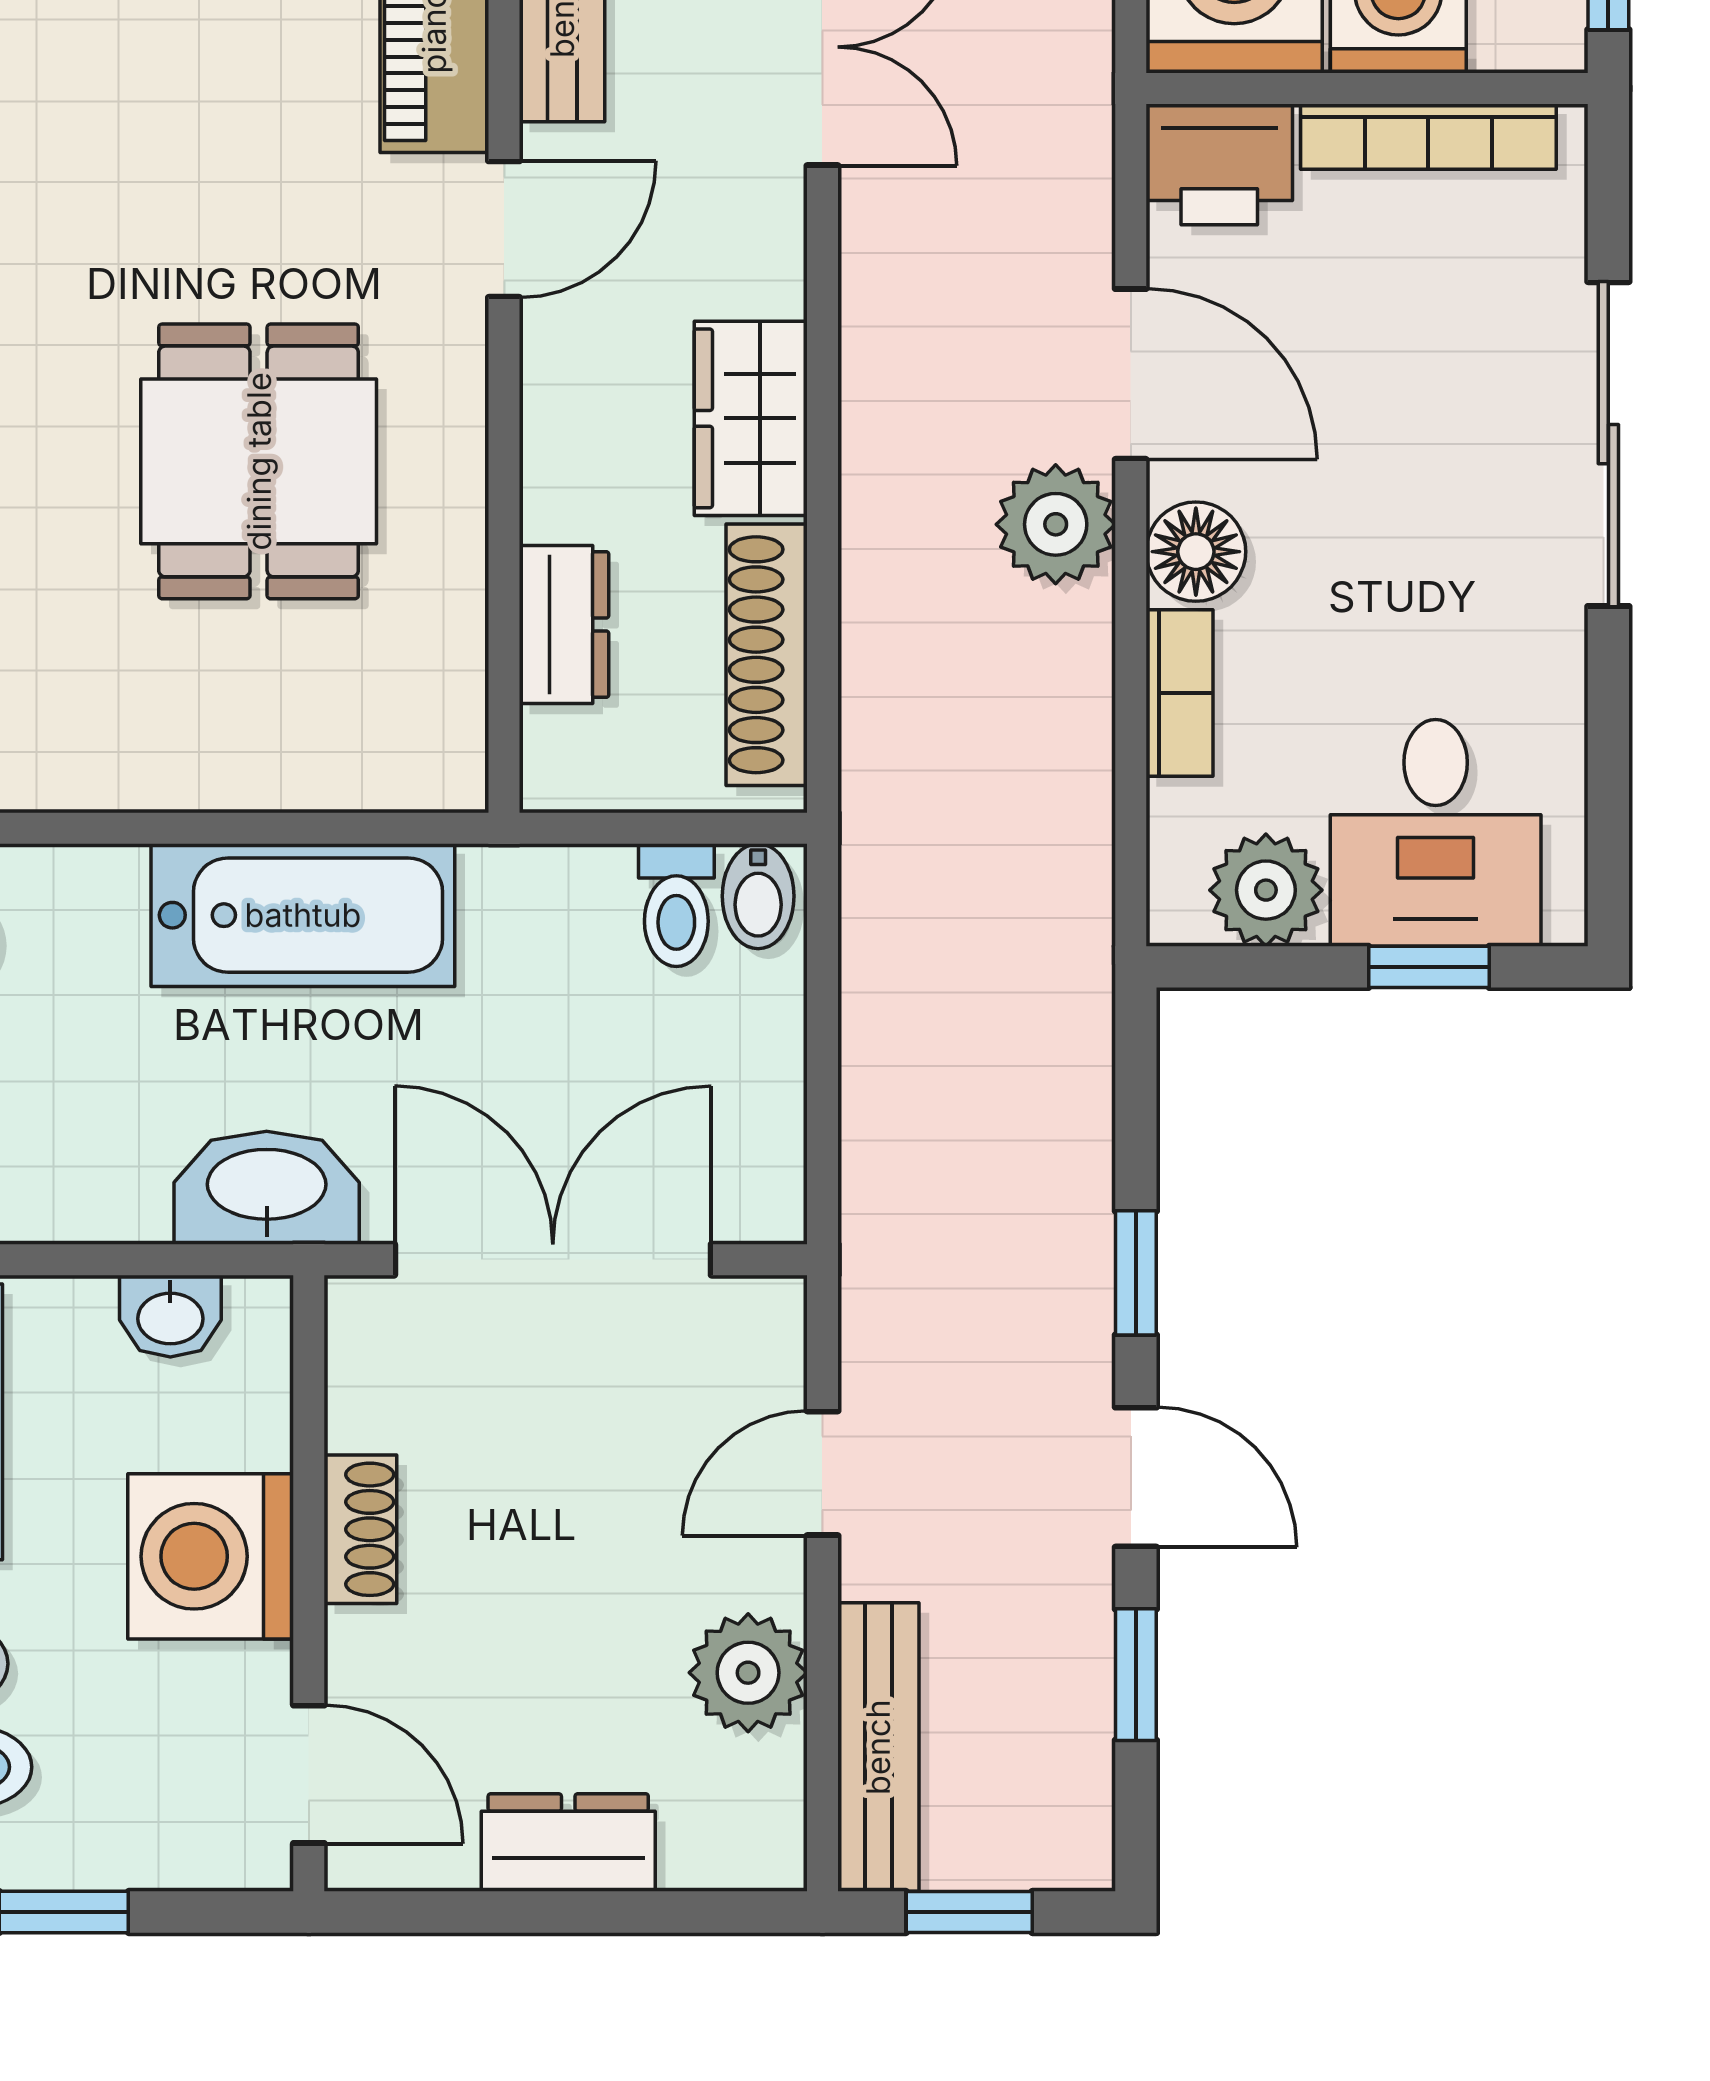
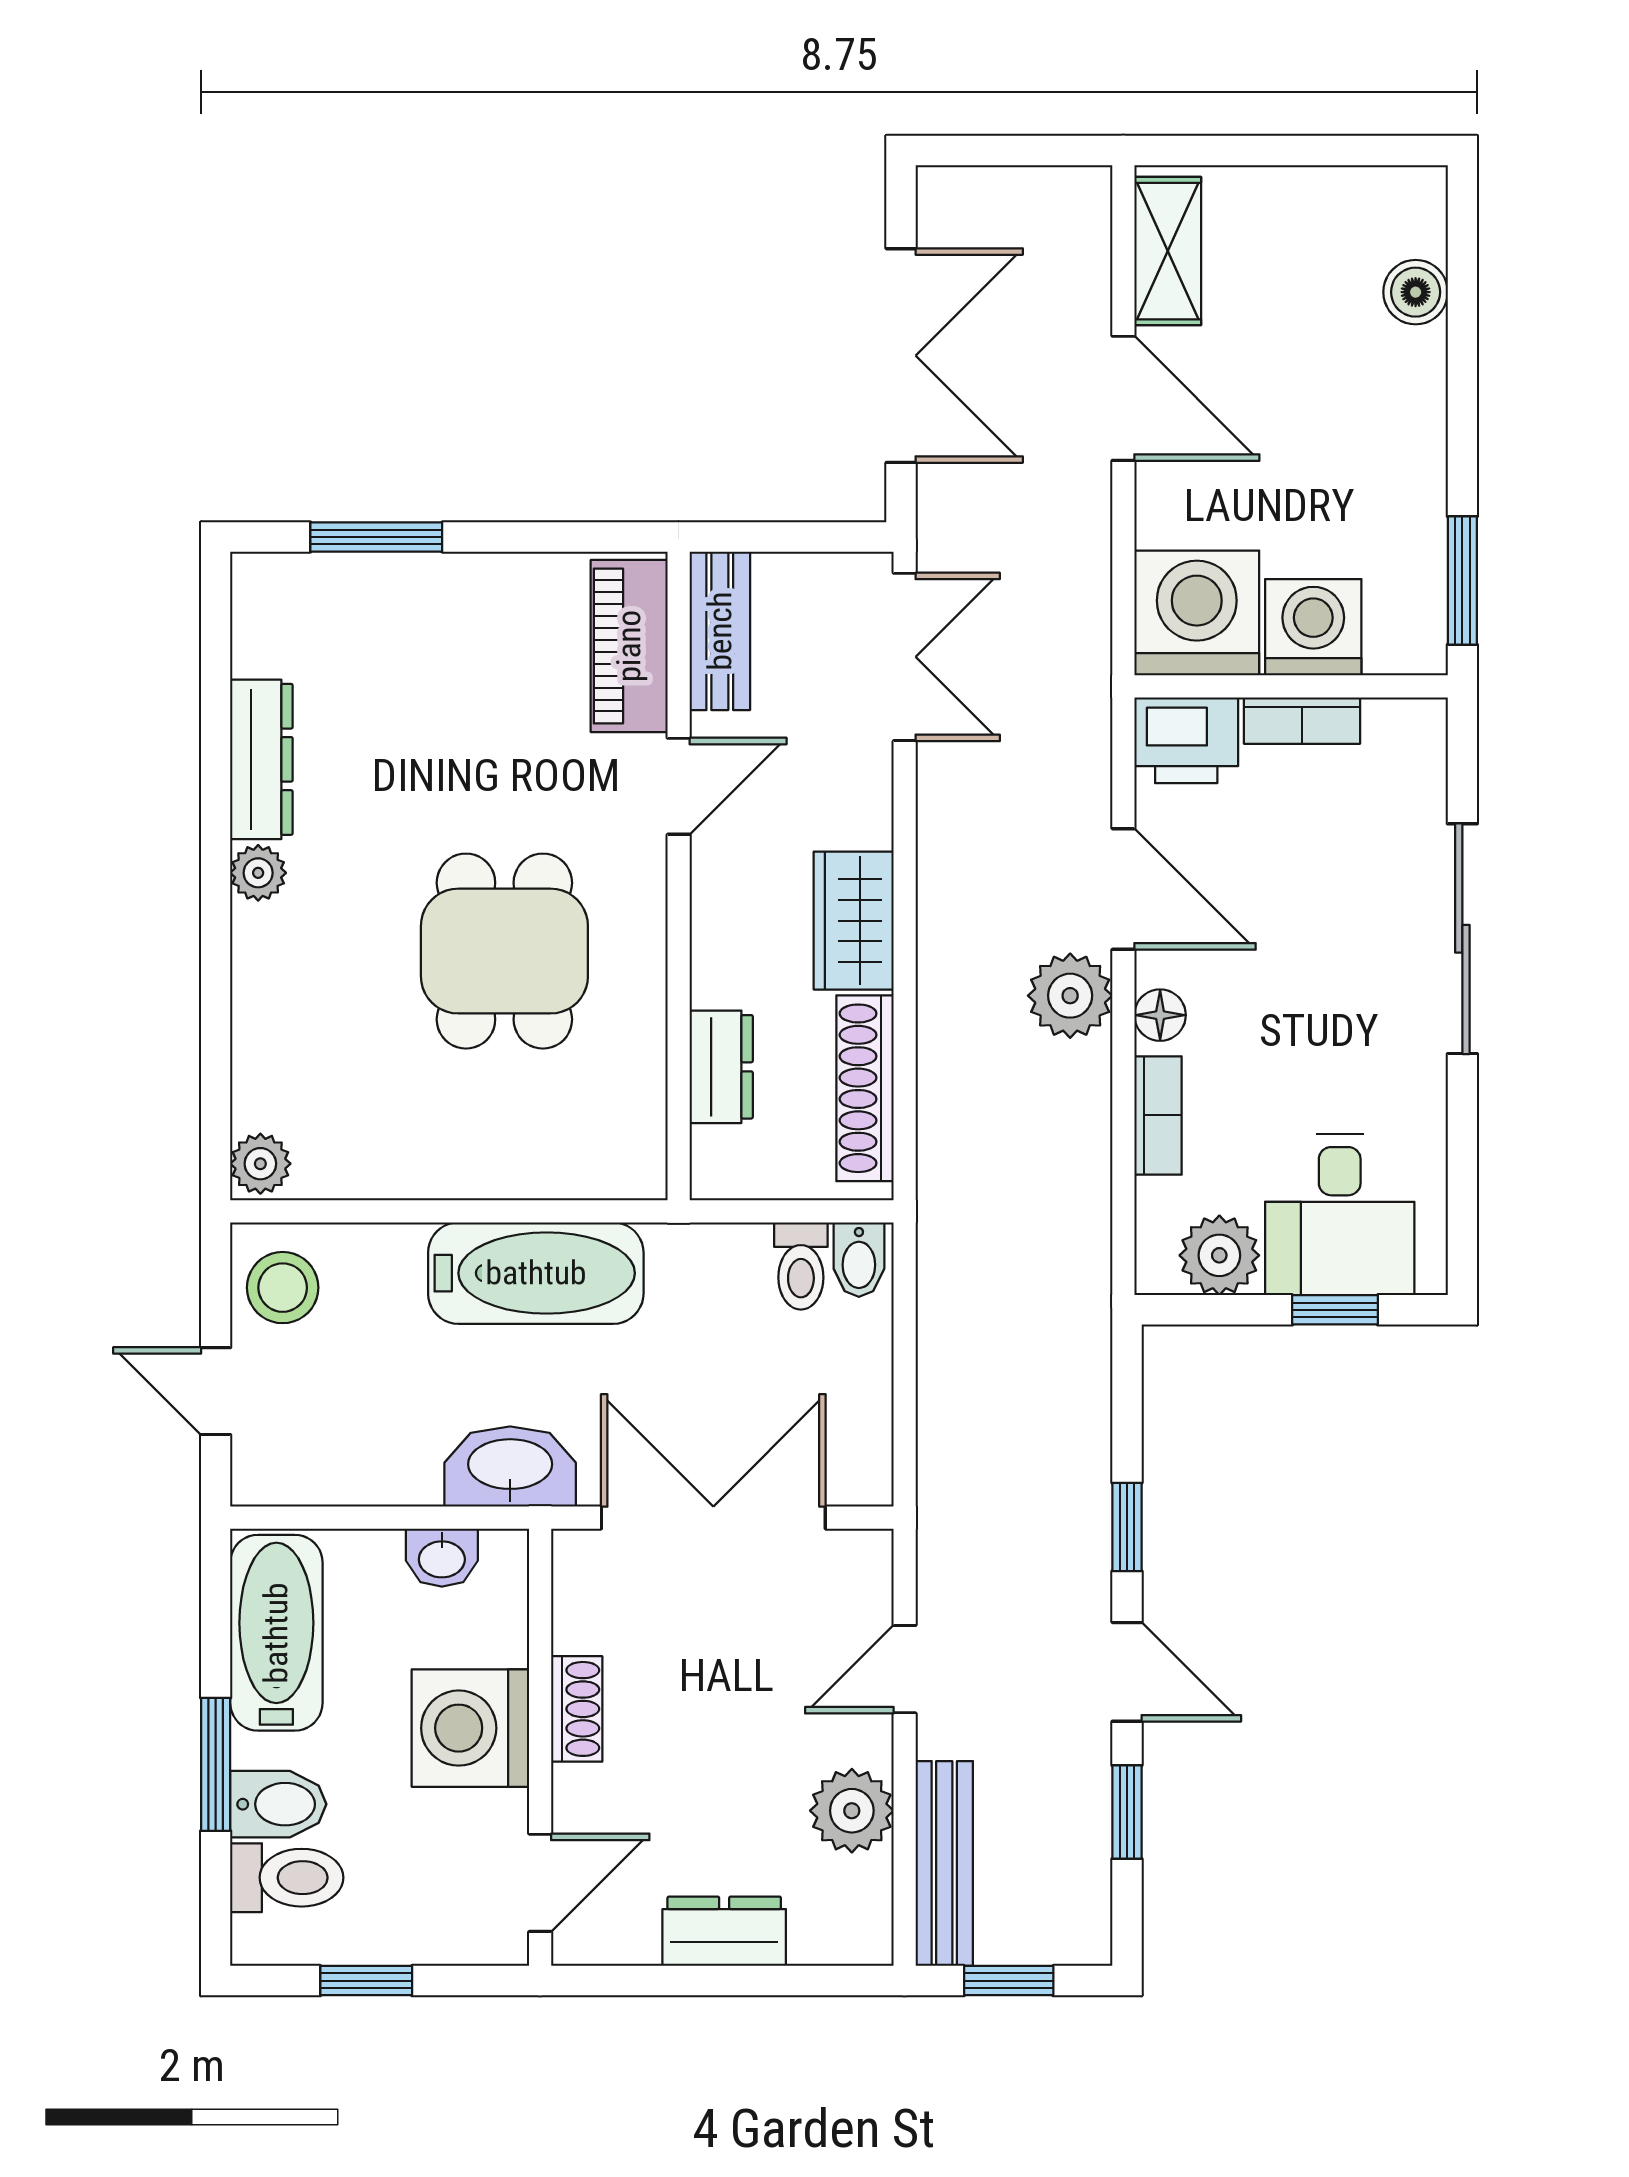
bookcase: (1428, 137) -> (1302, 721), width x0.64
floor lamp: (1196, 552) -> (1160, 1015), width x0.73, depth x0.73
door: (309, 1774) -> (540, 1883), hinge flipped

